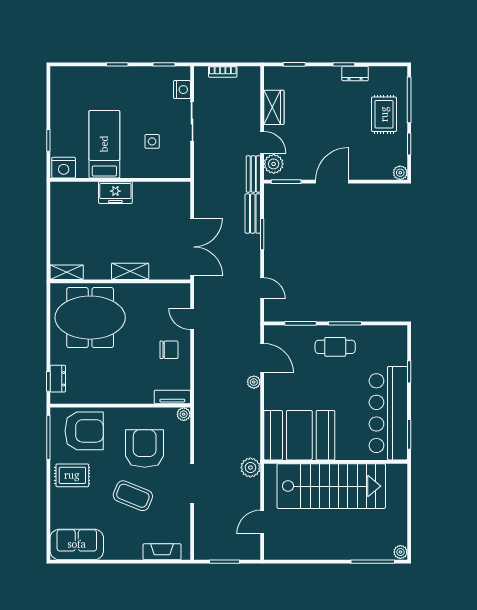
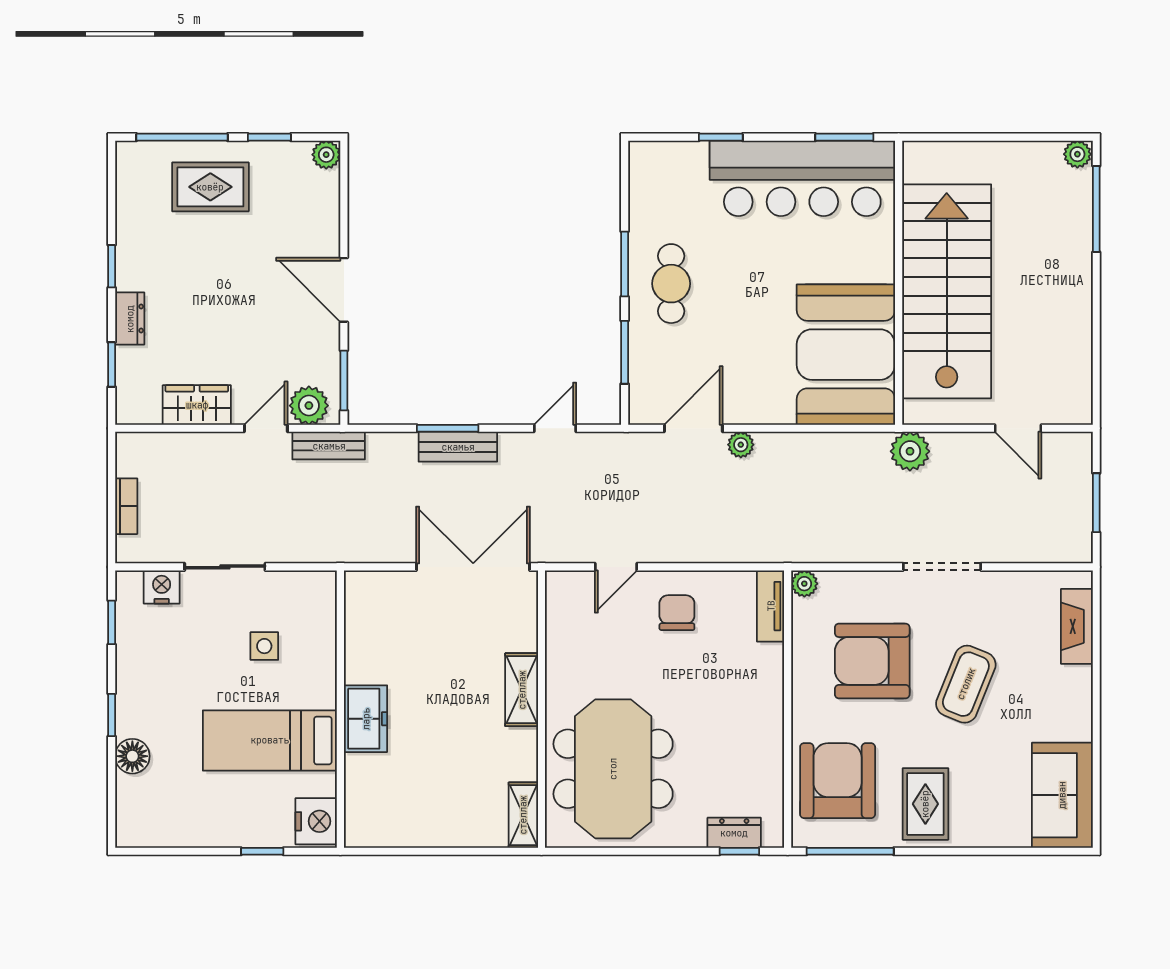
dresser: (355, 73) -> (130, 319), moved
floor lamp: (96, 75) -> (132, 756), added
bench: (253, 214) -> (458, 447), moved

